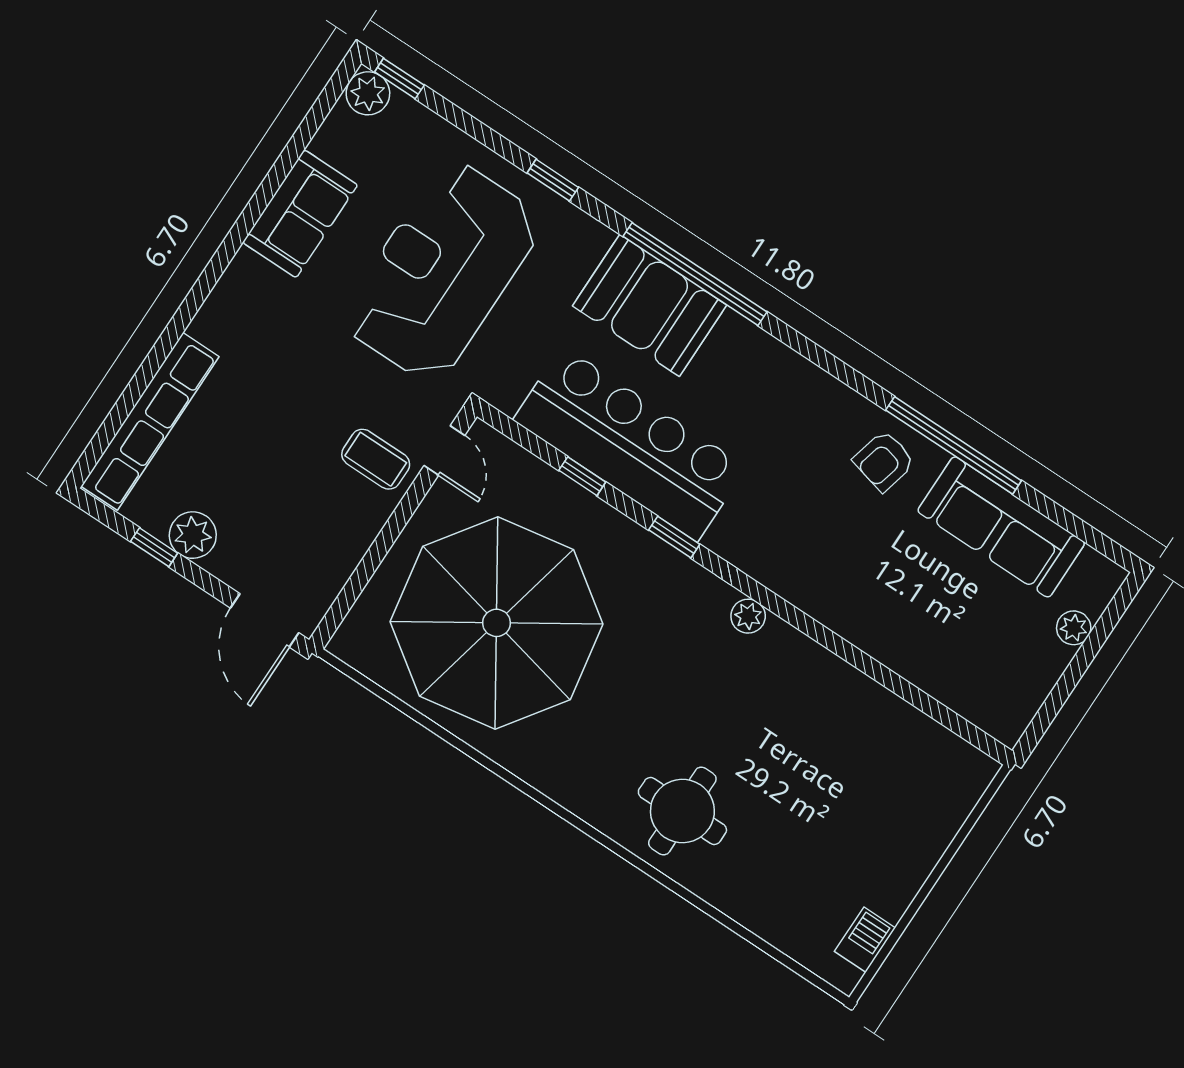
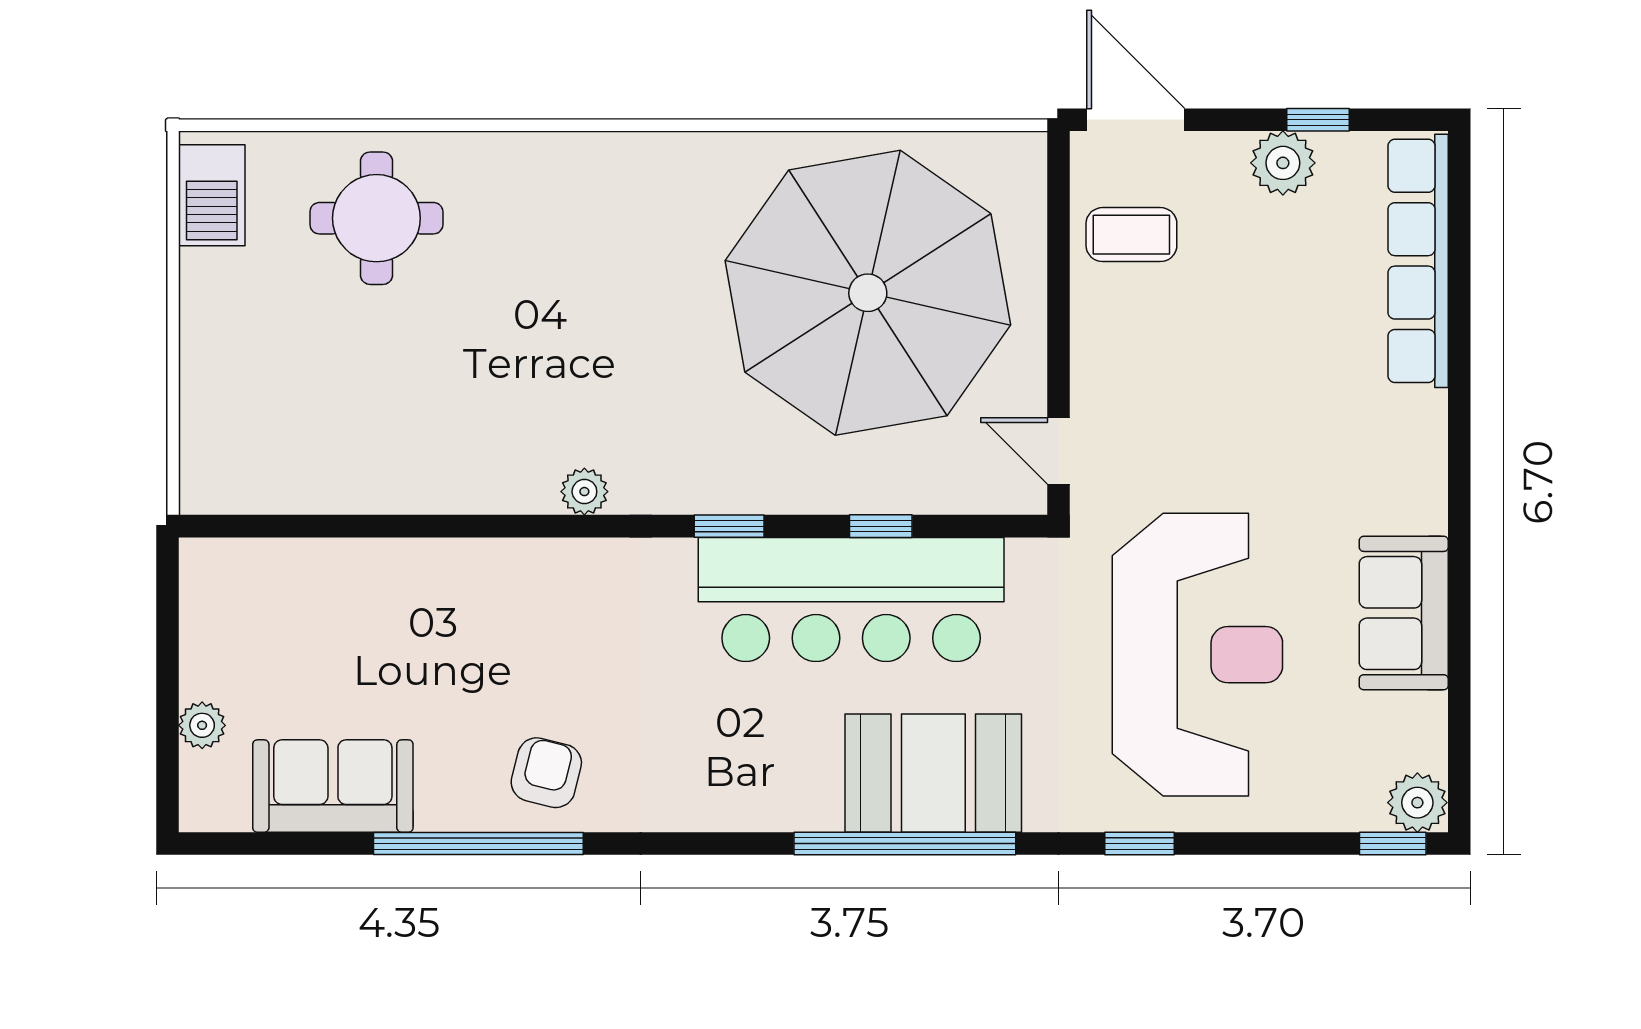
coffee table: (376, 459) -> (1131, 235), moved
sofa: (1001, 527) -> (333, 786), width x0.73
round table: (682, 811) -> (376, 218), moved
barbecue: (865, 940) -> (212, 195), width x1.38, depth x1.27

